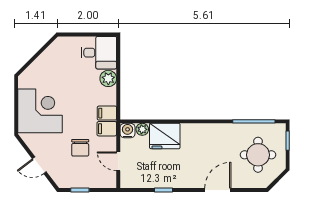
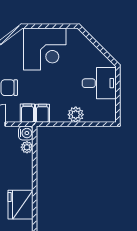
desk: (99, 53) -> (99, 83), moved, turned -90
fridge: (165, 136) -> (20, 205), moved

